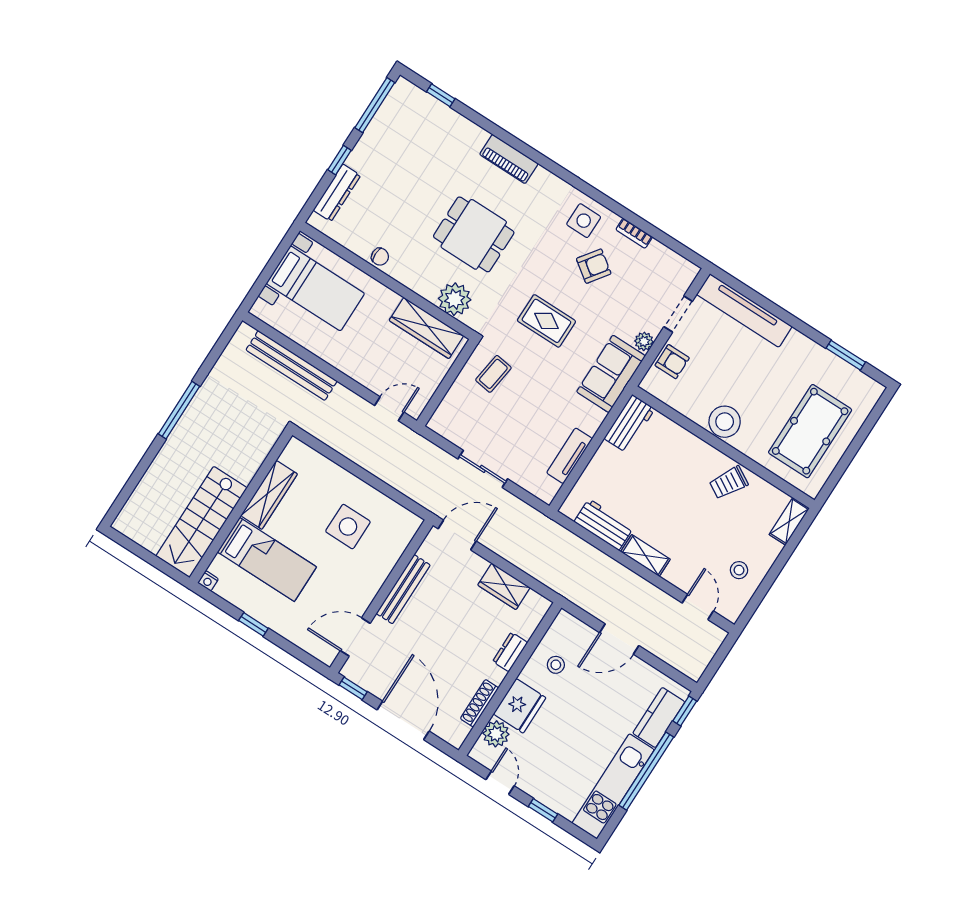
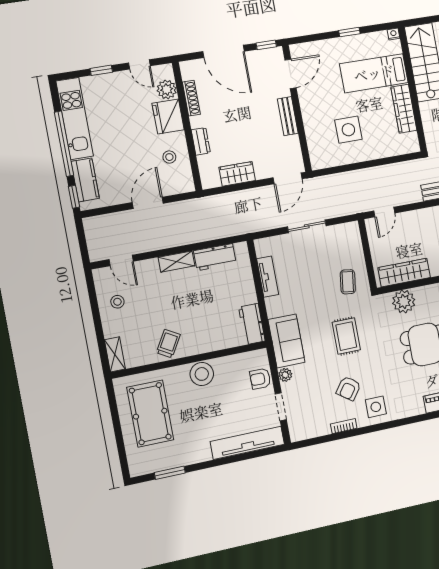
rug: (546, 321) -> (346, 336), turned 90
bench: (403, 589) -> (288, 116), width x0.73

